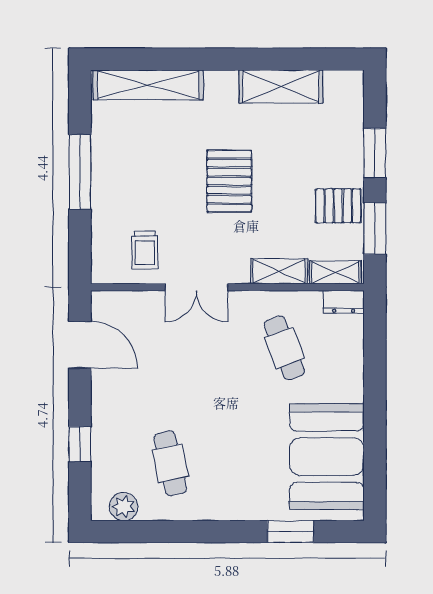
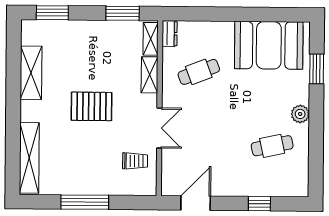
window: (375, 153) -> (52, 13), moved
pallet: (338, 206) -> (108, 37), removed
plant: (124, 507) -> (300, 114), moved

